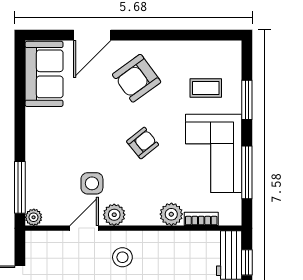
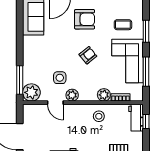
armchair: (137, 78) -> (85, 19), turned -144
plant: (34, 217) -> (31, 92), width x1.87, depth x1.87
door: (84, 228) -> (55, 103), swing flipped
stool: (122, 257) -> (99, 116), moved

